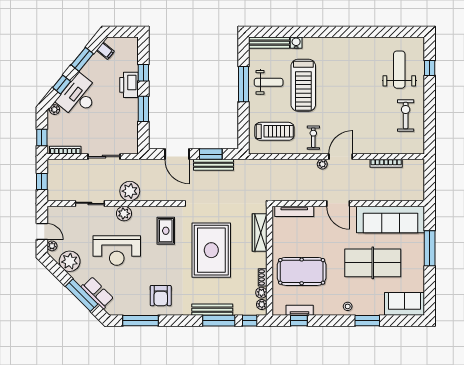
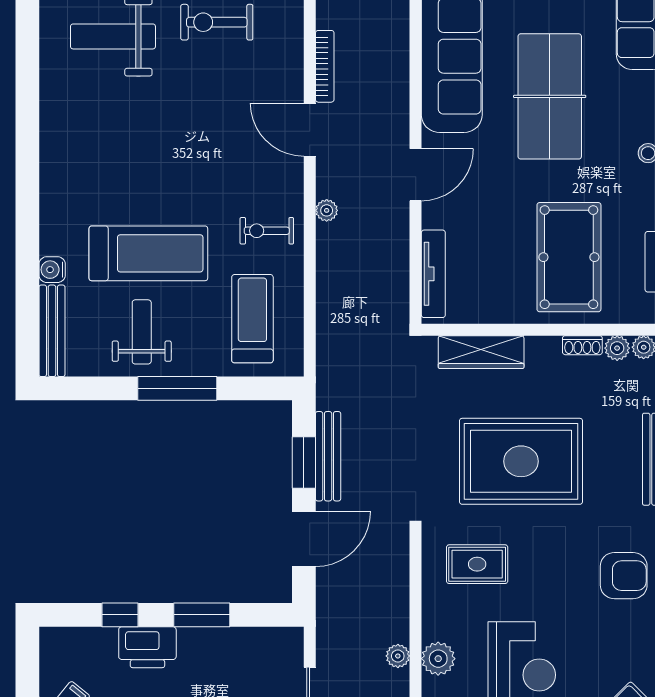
window: (244, 84) -> (177, 388), moved
door: (341, 157) -> (310, 130), moved
plant: (130, 191) -> (398, 656), width x0.53, depth x0.53

